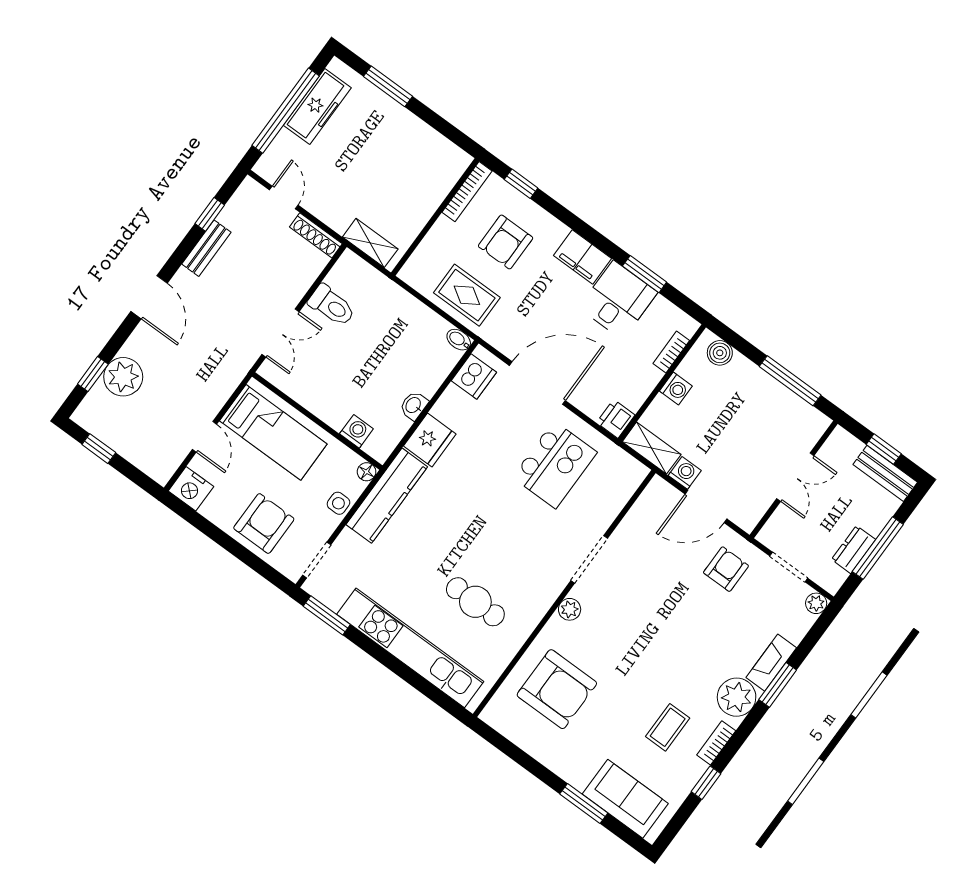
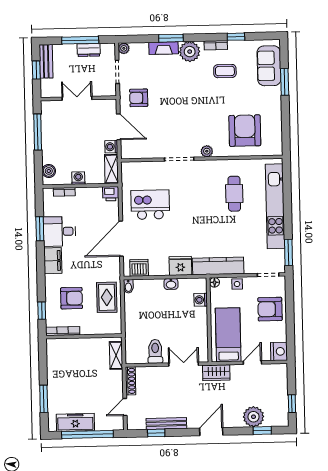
bench: (206, 248) -> (166, 423), width x1.36
wardrobe: (231, 372) -> (216, 373), added
door: (537, 383) -> (121, 239), hinge flipped

